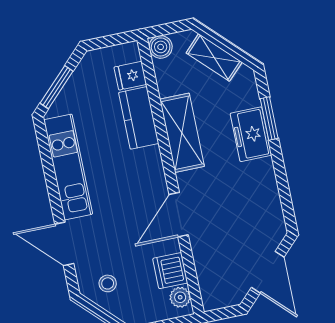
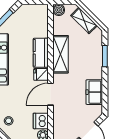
fridge: (130, 76) -> (41, 74), moved
kitchen counter: (139, 118) -> (41, 53), moved
freezer: (251, 134) -> (94, 92), moved

